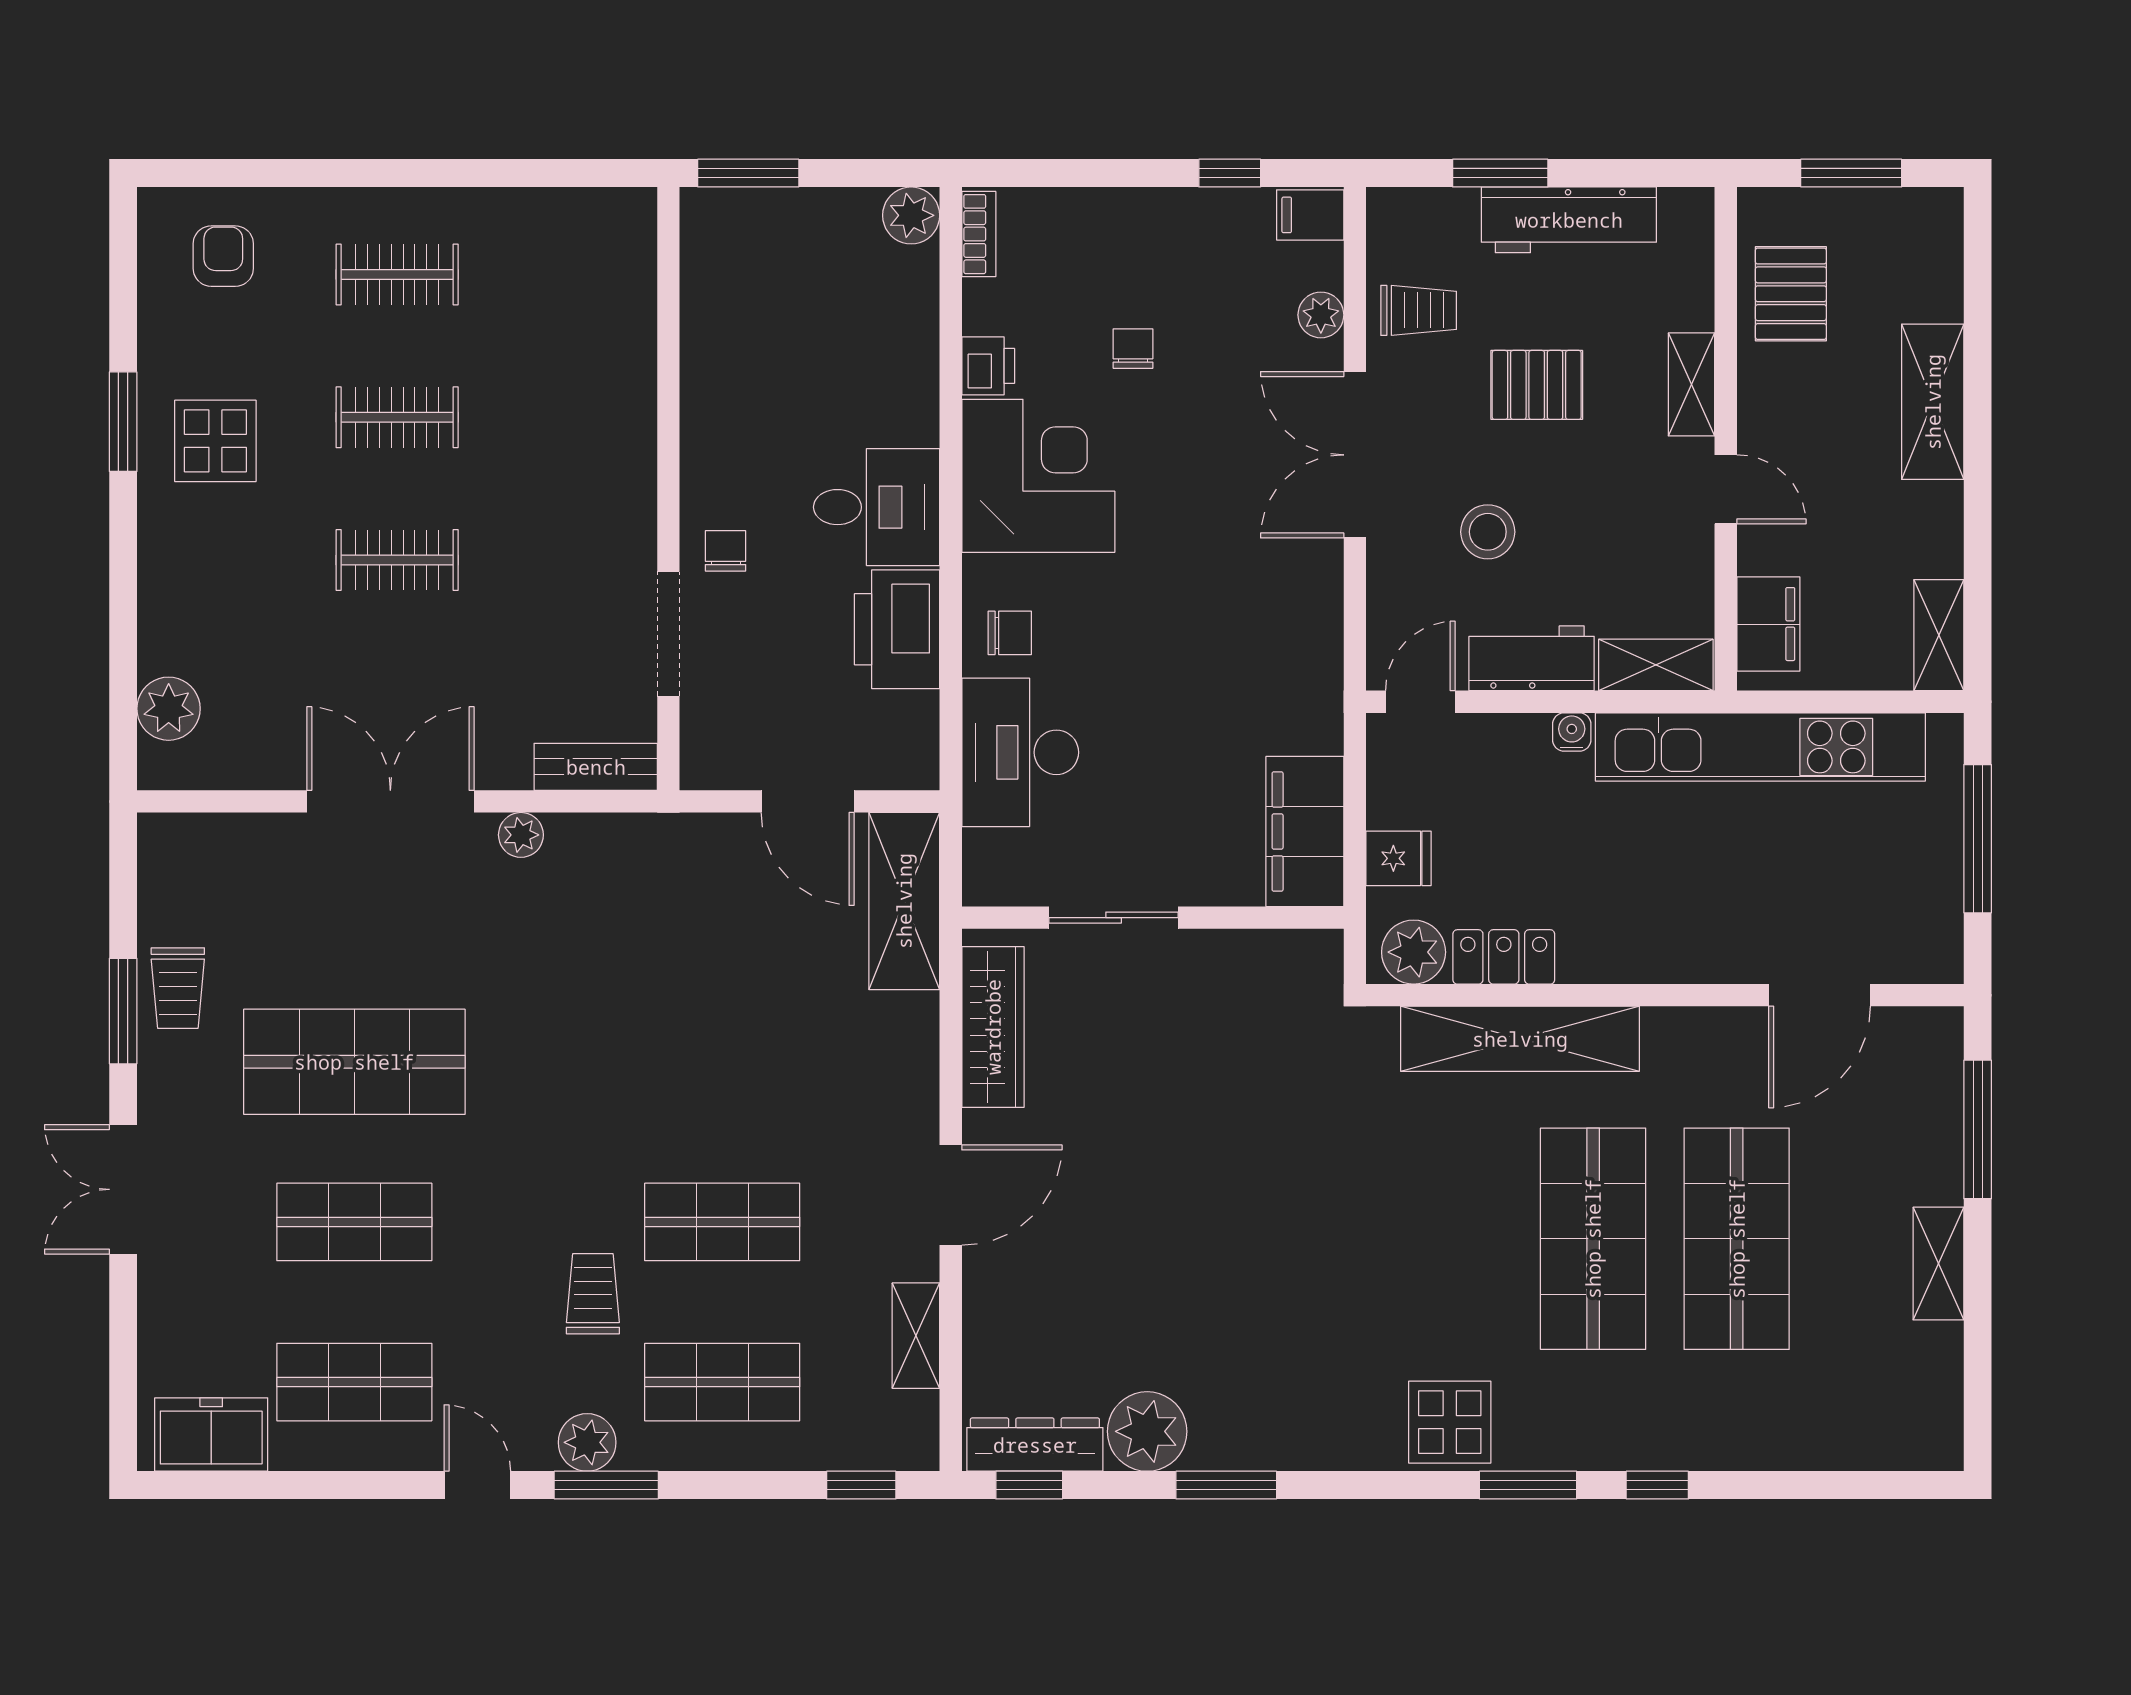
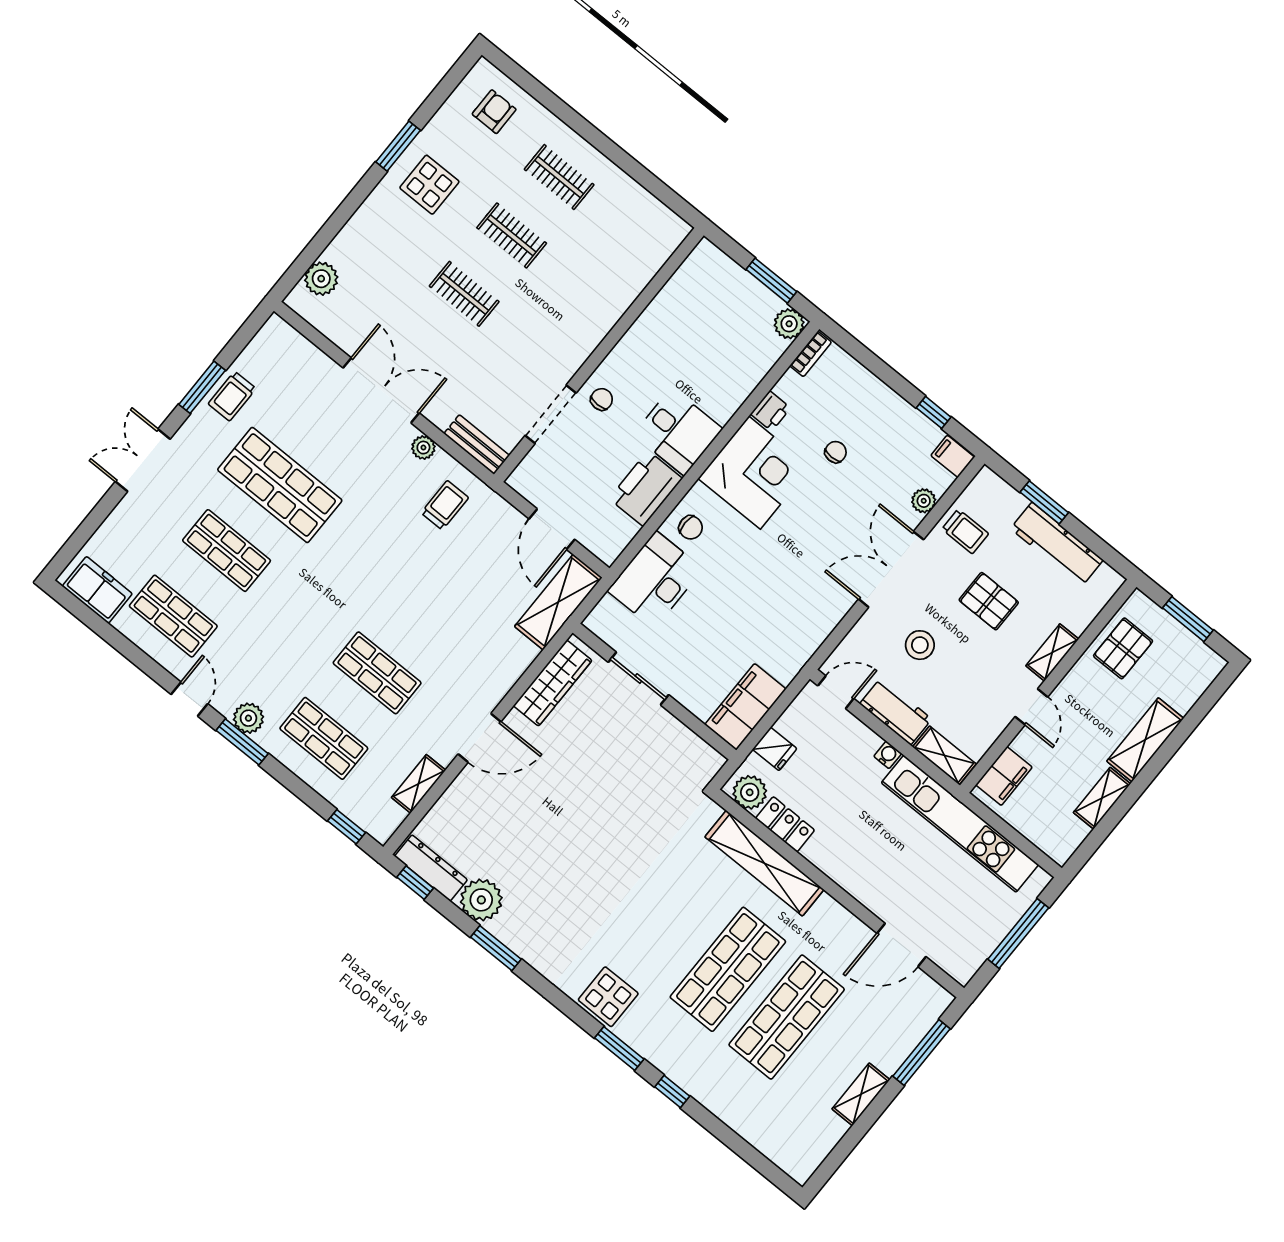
window: (748, 173) -> (771, 281), moved
shelving: (1939, 635) -> (1102, 798), moved
trolley: (593, 1294) -> (445, 505), moved

